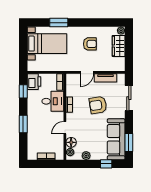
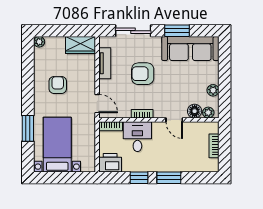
wardrobe: (119, 46) -> (81, 45), moved
door: (87, 72) -> (97, 104), moved
window: (23, 91) -> (139, 178), moved
armchair: (98, 105) -> (143, 74), turned 99
window: (129, 142) -> (177, 31), moved
window: (106, 164) -> (225, 63), removed

